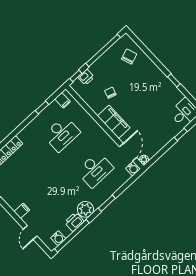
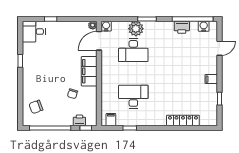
desk: (95, 170) -> (133, 50), turned 180
plant: (85, 209) -> (136, 29), moved
filing cabinet: (22, 211) -> (211, 79), moved

